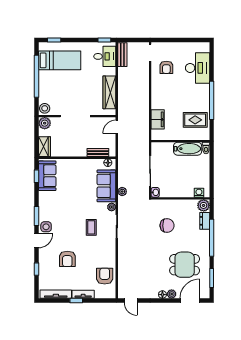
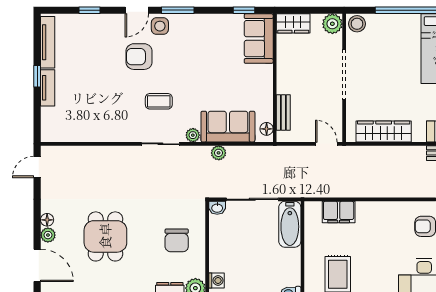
bathtub: (188, 149) -> (290, 224), moved
sofa: (47, 176) -> (259, 39), moved, turned 90
chair: (167, 226) -> (177, 240), moved
door: (37, 241) -> (137, 10), hinge flipped
armchair: (67, 259) -> (139, 57), moved
dining table: (185, 265) -> (105, 236), moved
armchair: (105, 276) -> (78, 124), removed

